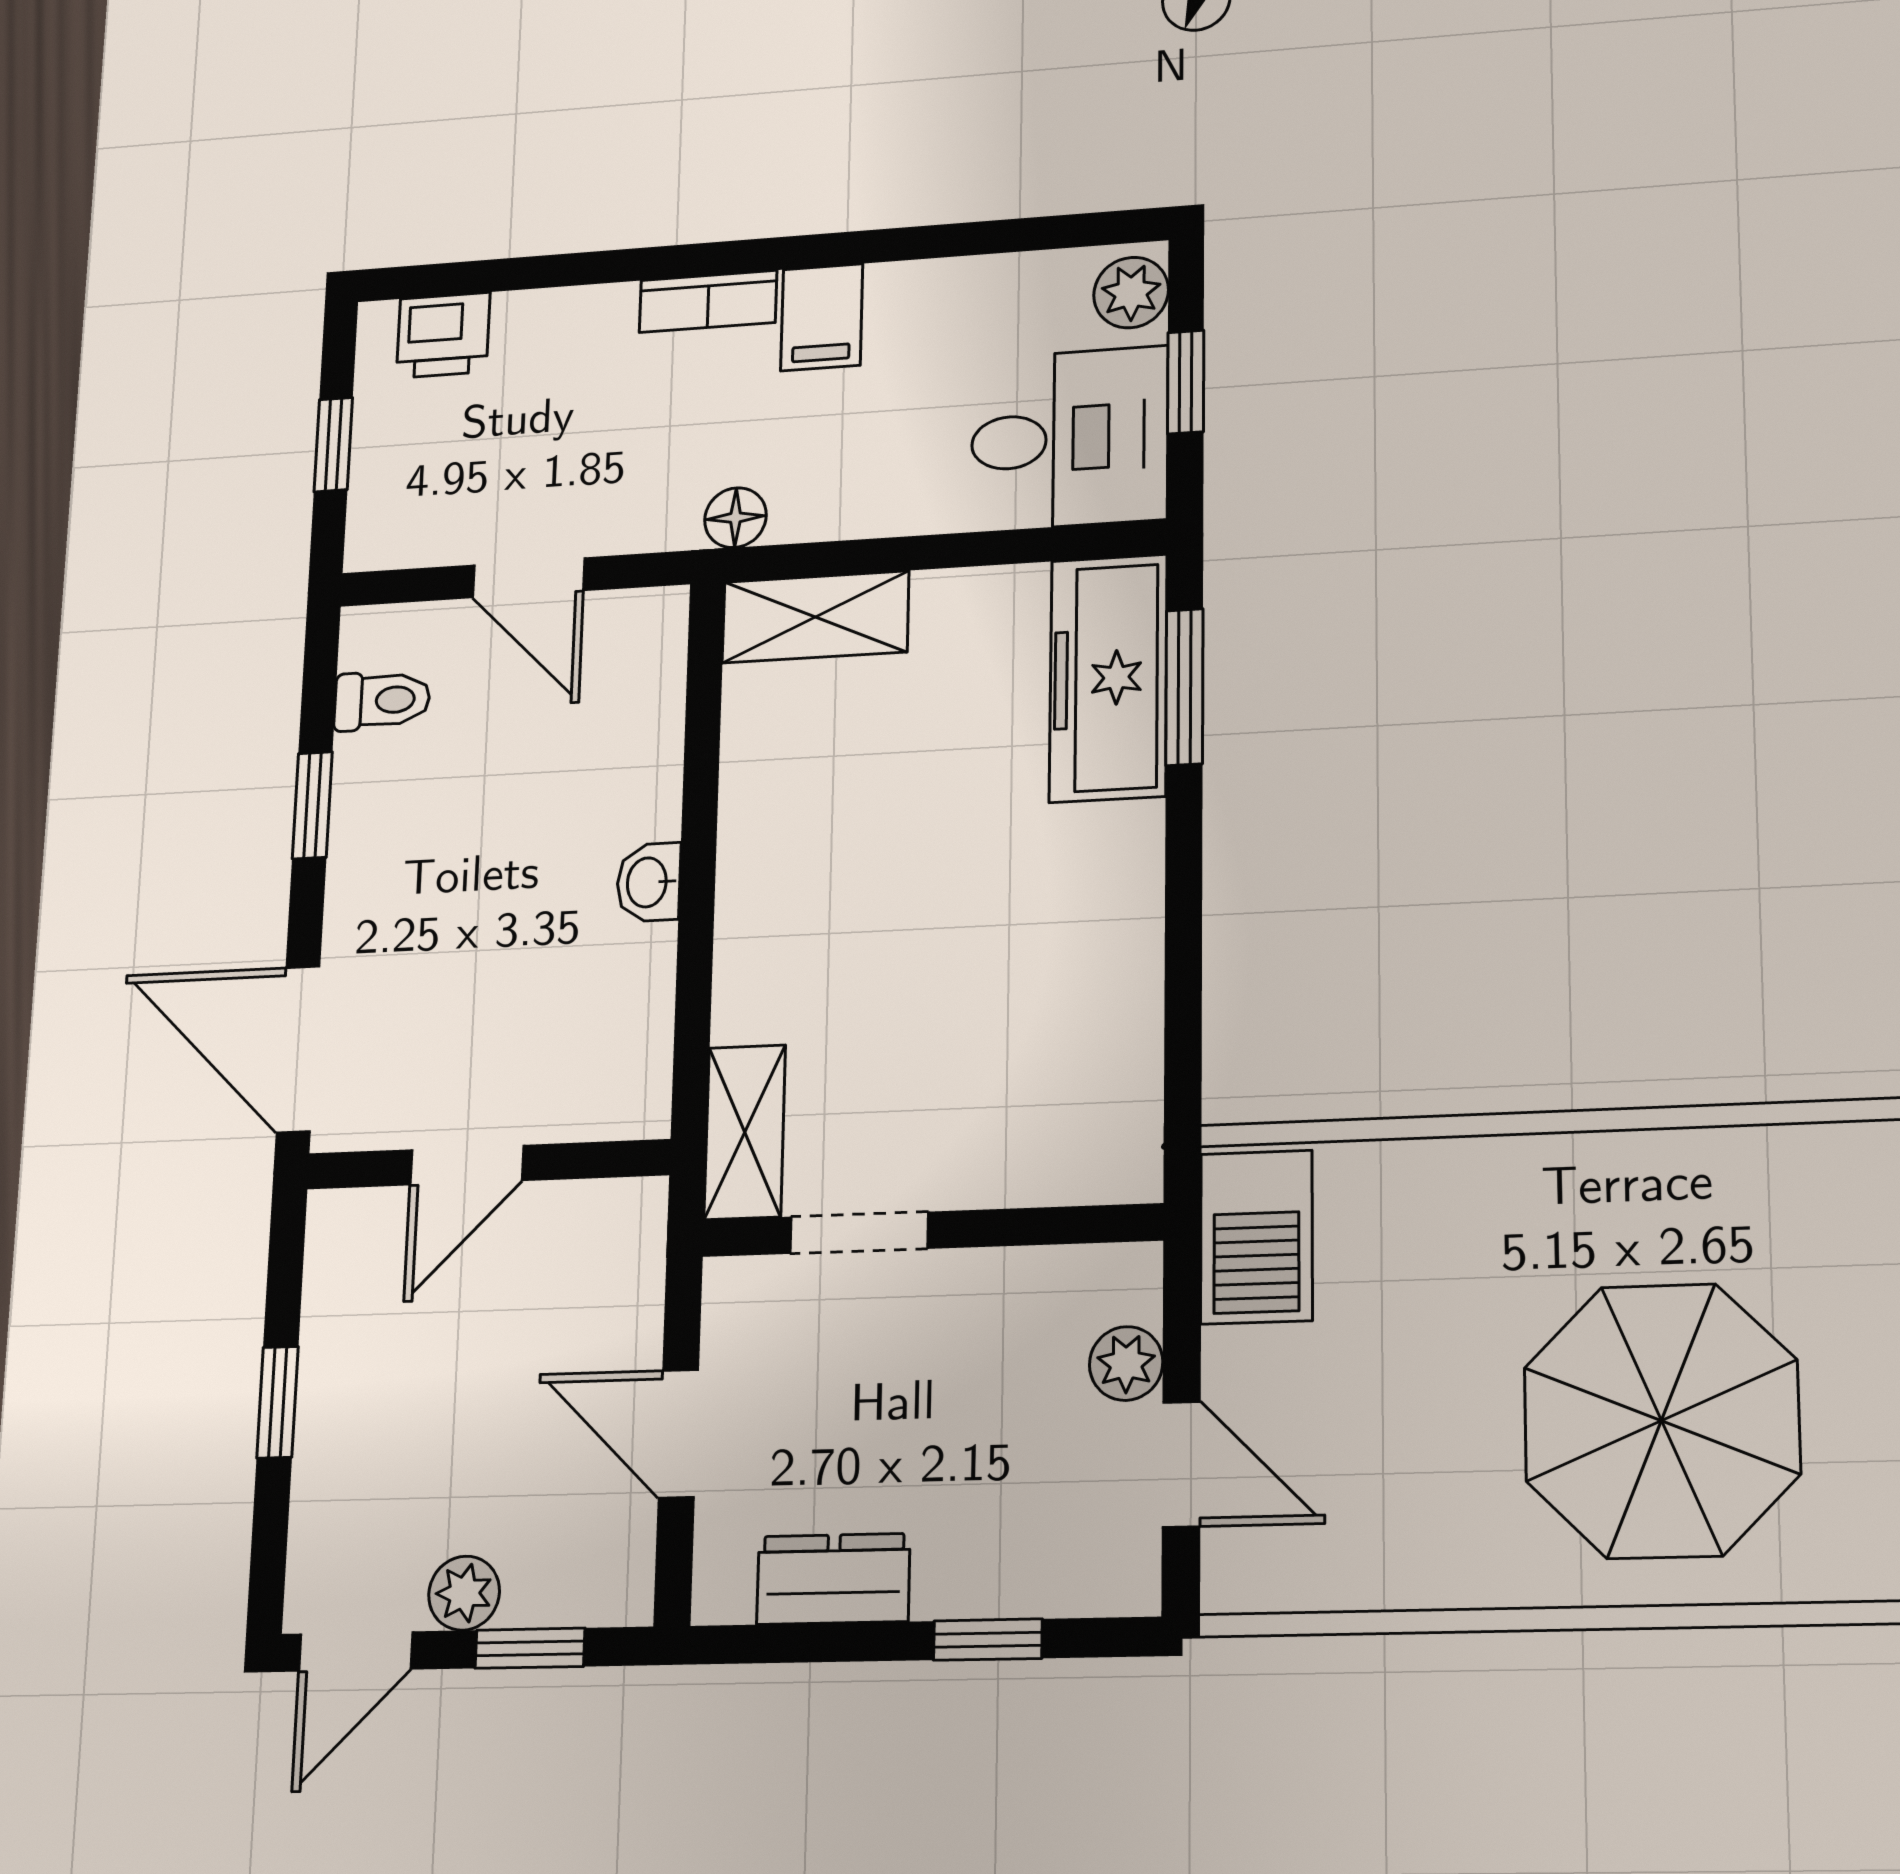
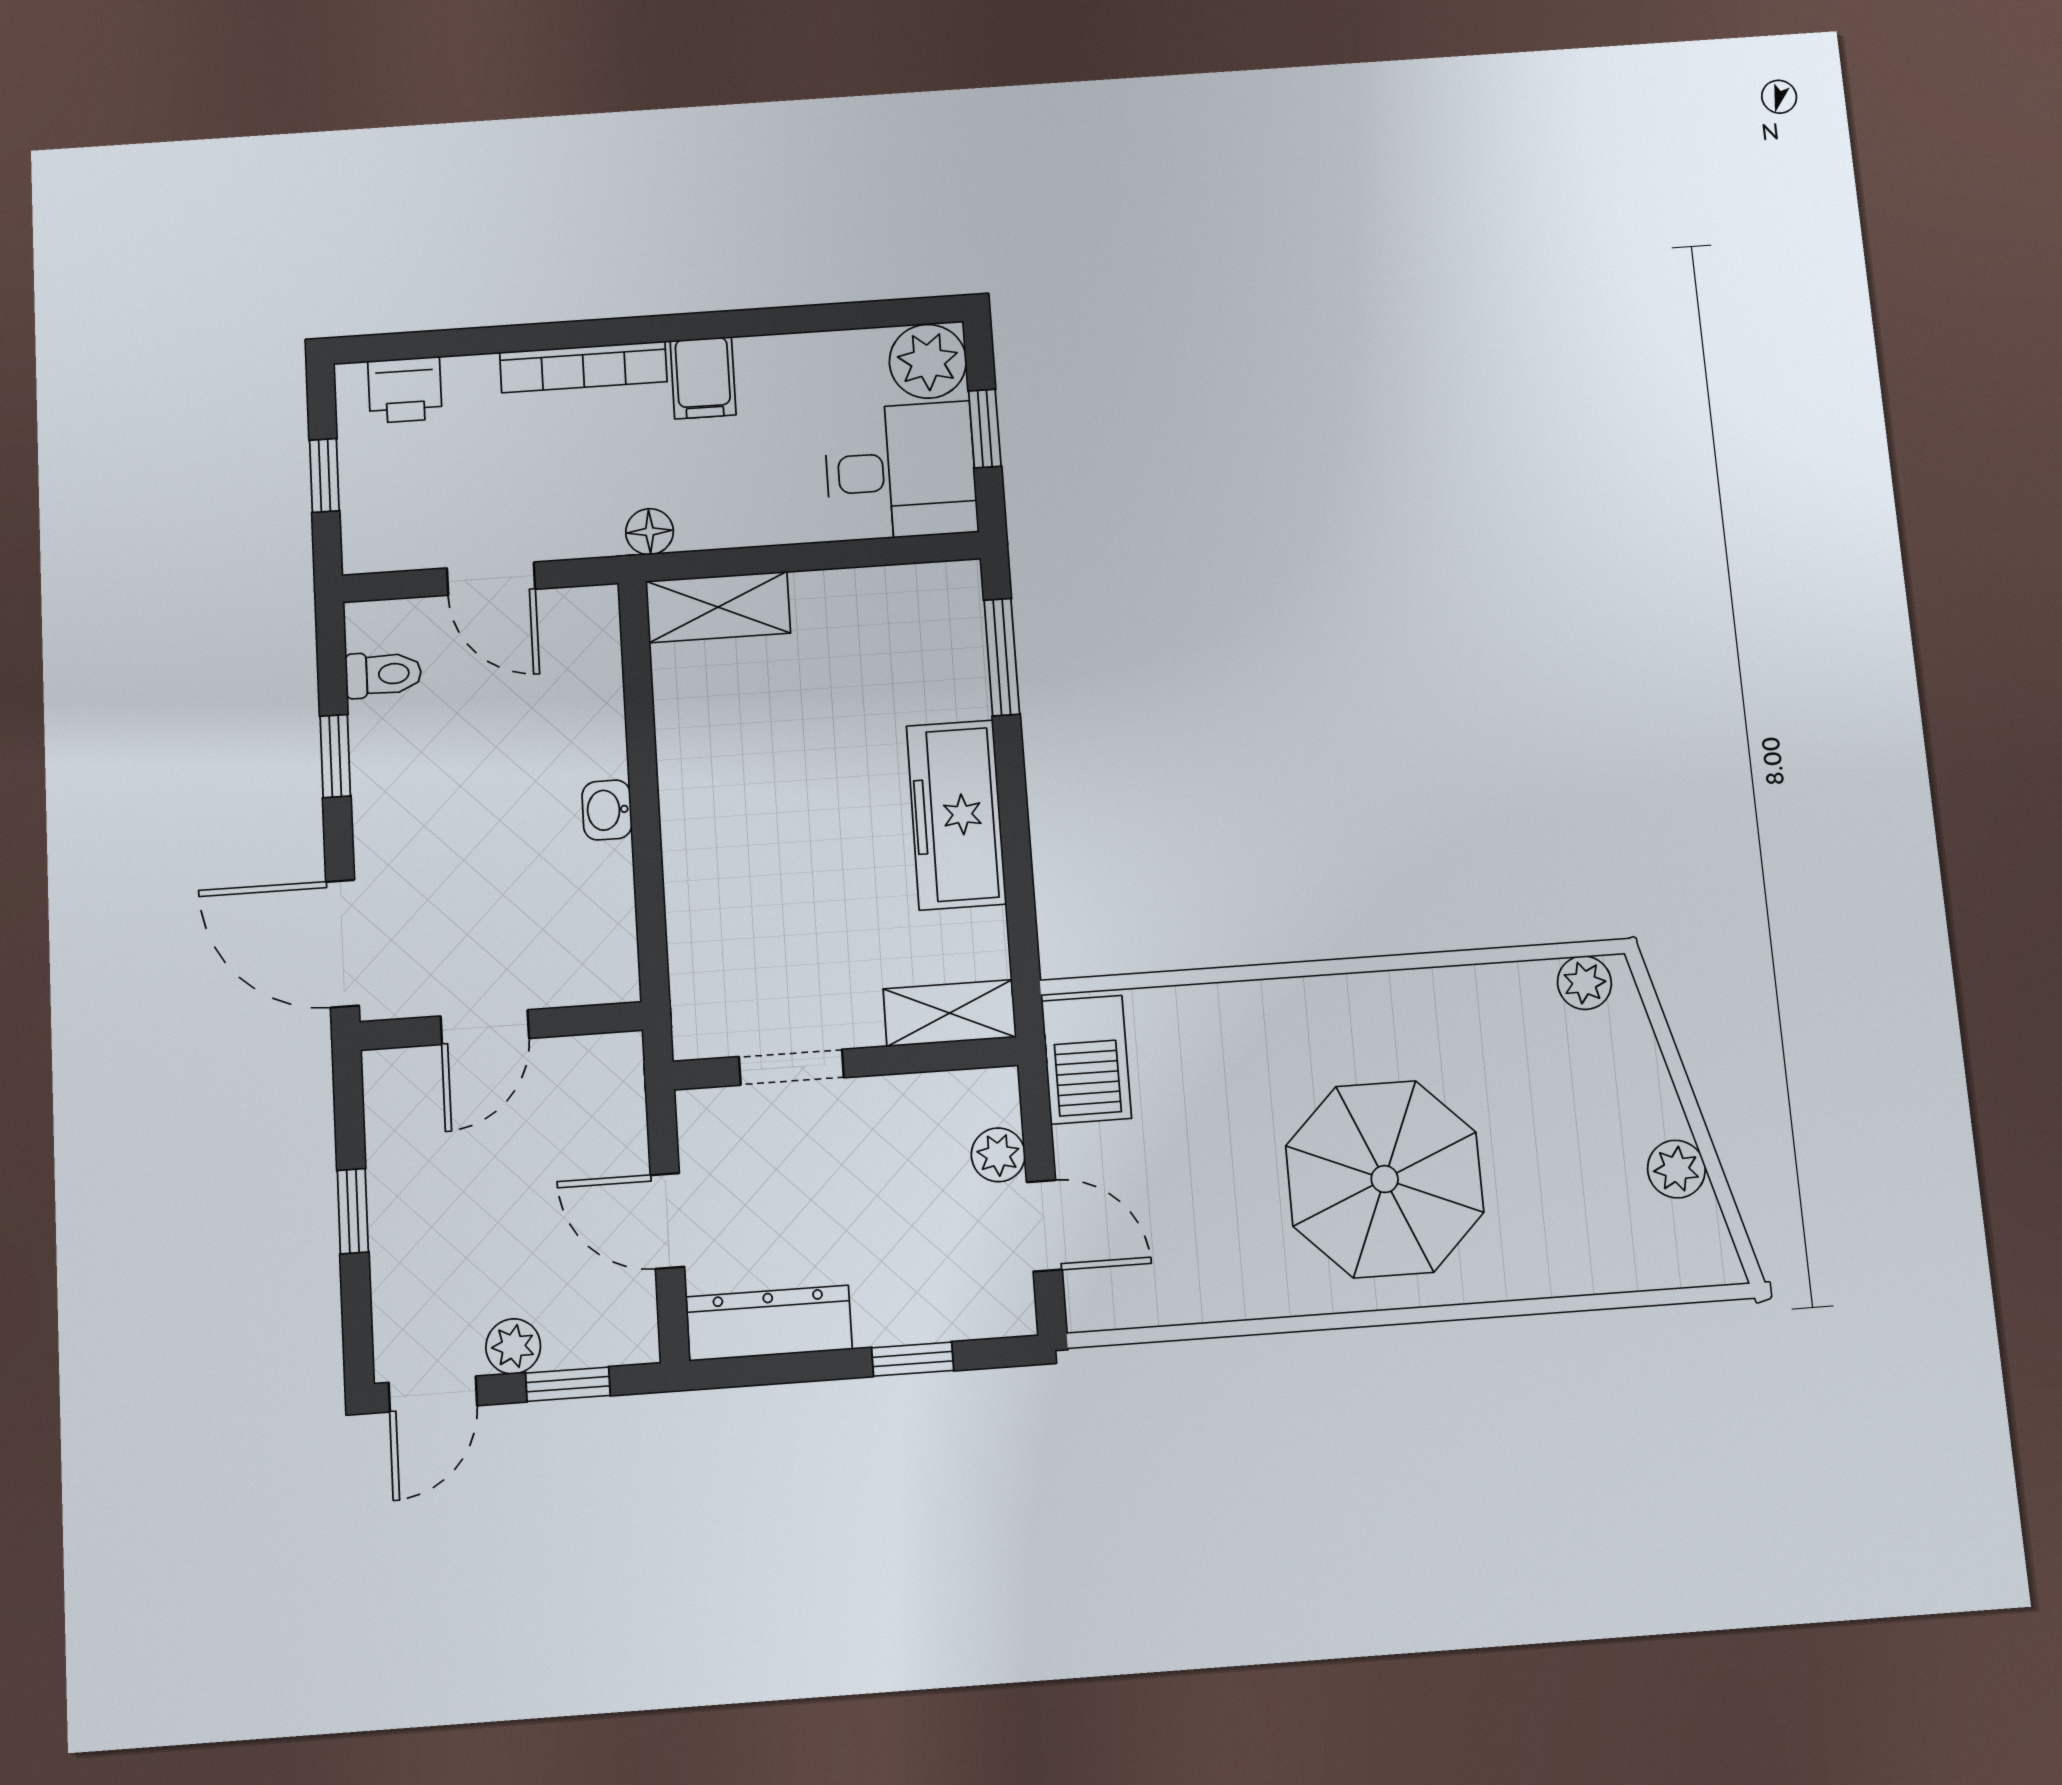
plant: (1131, 293) -> (928, 361), width x1.38, depth x1.38
bookcase: (708, 301) -> (583, 367), width x1.56
freezer: (1108, 678) -> (956, 815), moved
shelving: (745, 1132) -> (950, 1013), moved, turned 90
dresser: (833, 1579) -> (769, 1323), width x1.44

